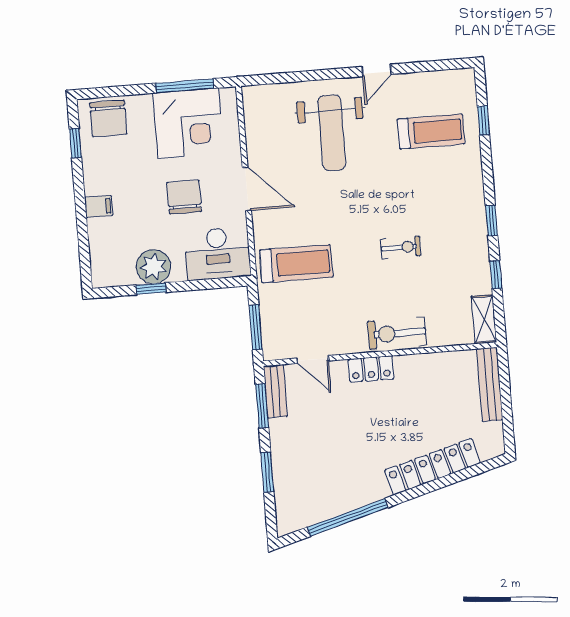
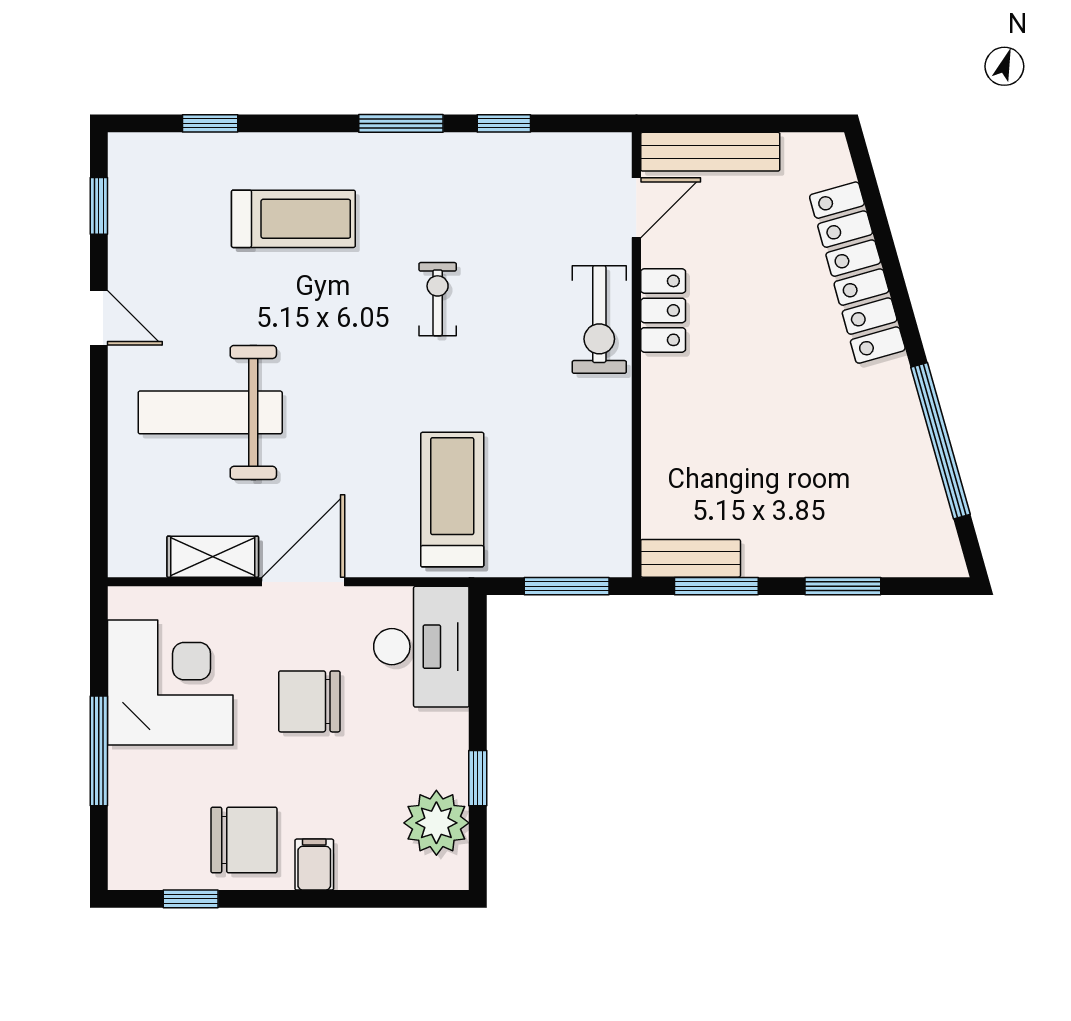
window: (435, 66) -> (99, 206), added
window: (185, 86) -> (99, 751), moved
chair: (108, 118) -> (244, 840), moved
treadmill: (431, 131) -> (293, 219), moved, turned 90
weight bench: (332, 133) -> (210, 412), turned 180
window: (491, 221) -> (401, 123), width x1.50
plant: (154, 267) -> (436, 823), moved
shelving: (484, 319) -> (213, 557), moved
door: (313, 360) -> (636, 208), moved
locker: (371, 369) -> (663, 310), moved

